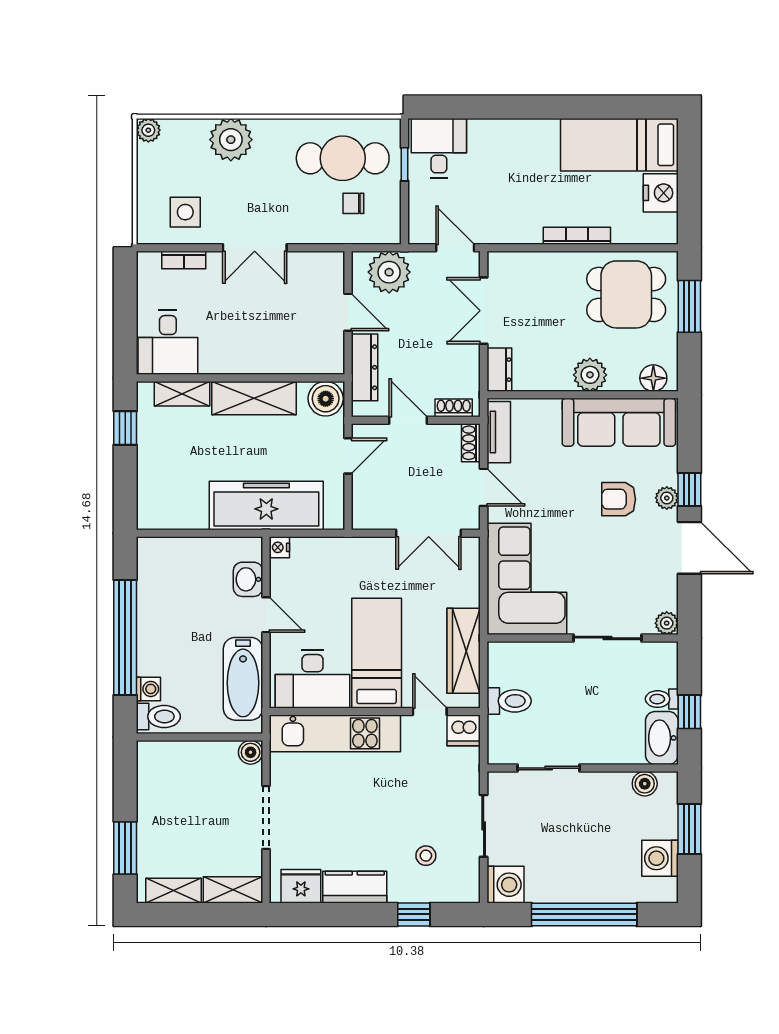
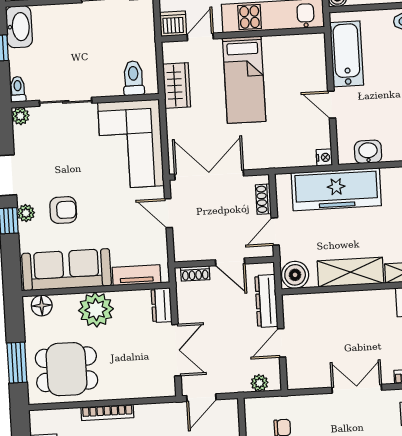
door: (455, 248) -> (201, 398), hinge flipped
plant: (389, 272) -> (259, 383), width x0.53, depth x0.53
door: (348, 312) -> (282, 343), hinge flipped
plant: (590, 375) -> (96, 310), width x1.36, depth x1.36
tv unit: (499, 432) -> (137, 275), moved, turned 90
shoe rack: (471, 443) -> (263, 199), moved, turned 180
double door: (429, 533) -> (209, 175), width x1.37
washbasin: (248, 579) -> (368, 152), moved, turned -90
wardrobe: (464, 651) -> (177, 85), width x0.67
desk: (312, 679) -> (293, 57), removed
toilet: (662, 699) -> (18, 89), moved, turned -90
toilet: (509, 701) -> (133, 78), moved, turned 90
door: (430, 711) -> (200, 37), swing flipped

